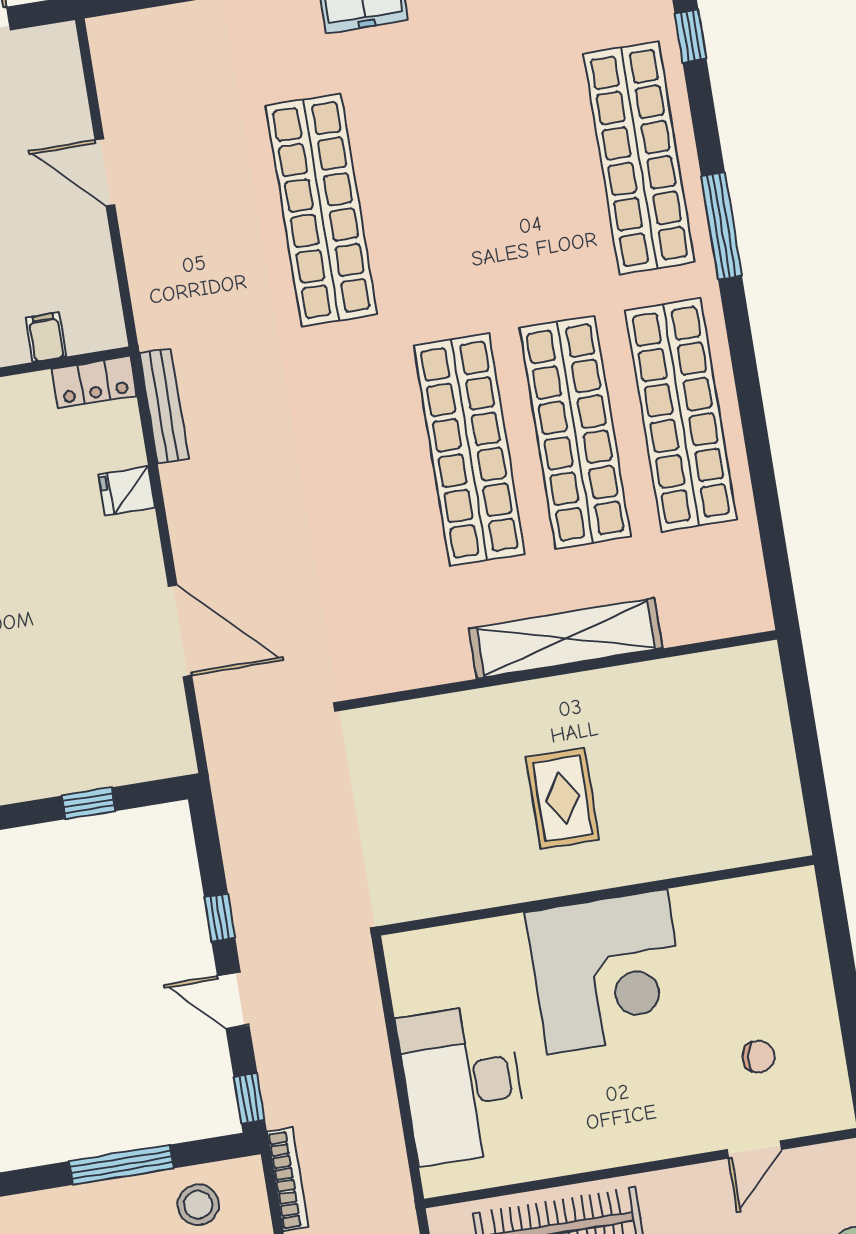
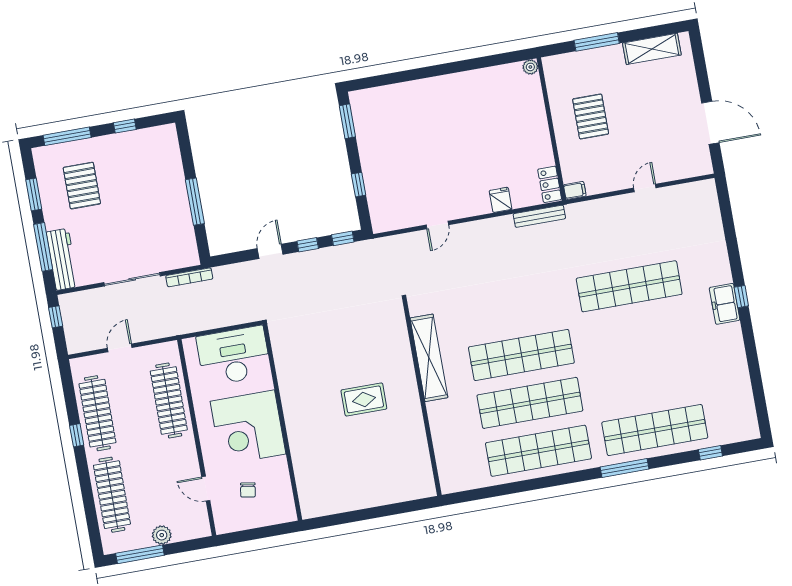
door: (105, 172) -> (645, 188), width x0.73
filing cabinet: (46, 337) -> (575, 190), moved
door: (180, 631) -> (437, 225), width x0.53
shelving: (566, 638) -> (429, 358), moved
wall: (597, 895) -> (283, 422), moved
corner desk: (607, 972) -> (248, 428), moved
window: (249, 1098) -> (343, 238), moved
stool: (198, 1205) -> (177, 237), removed

